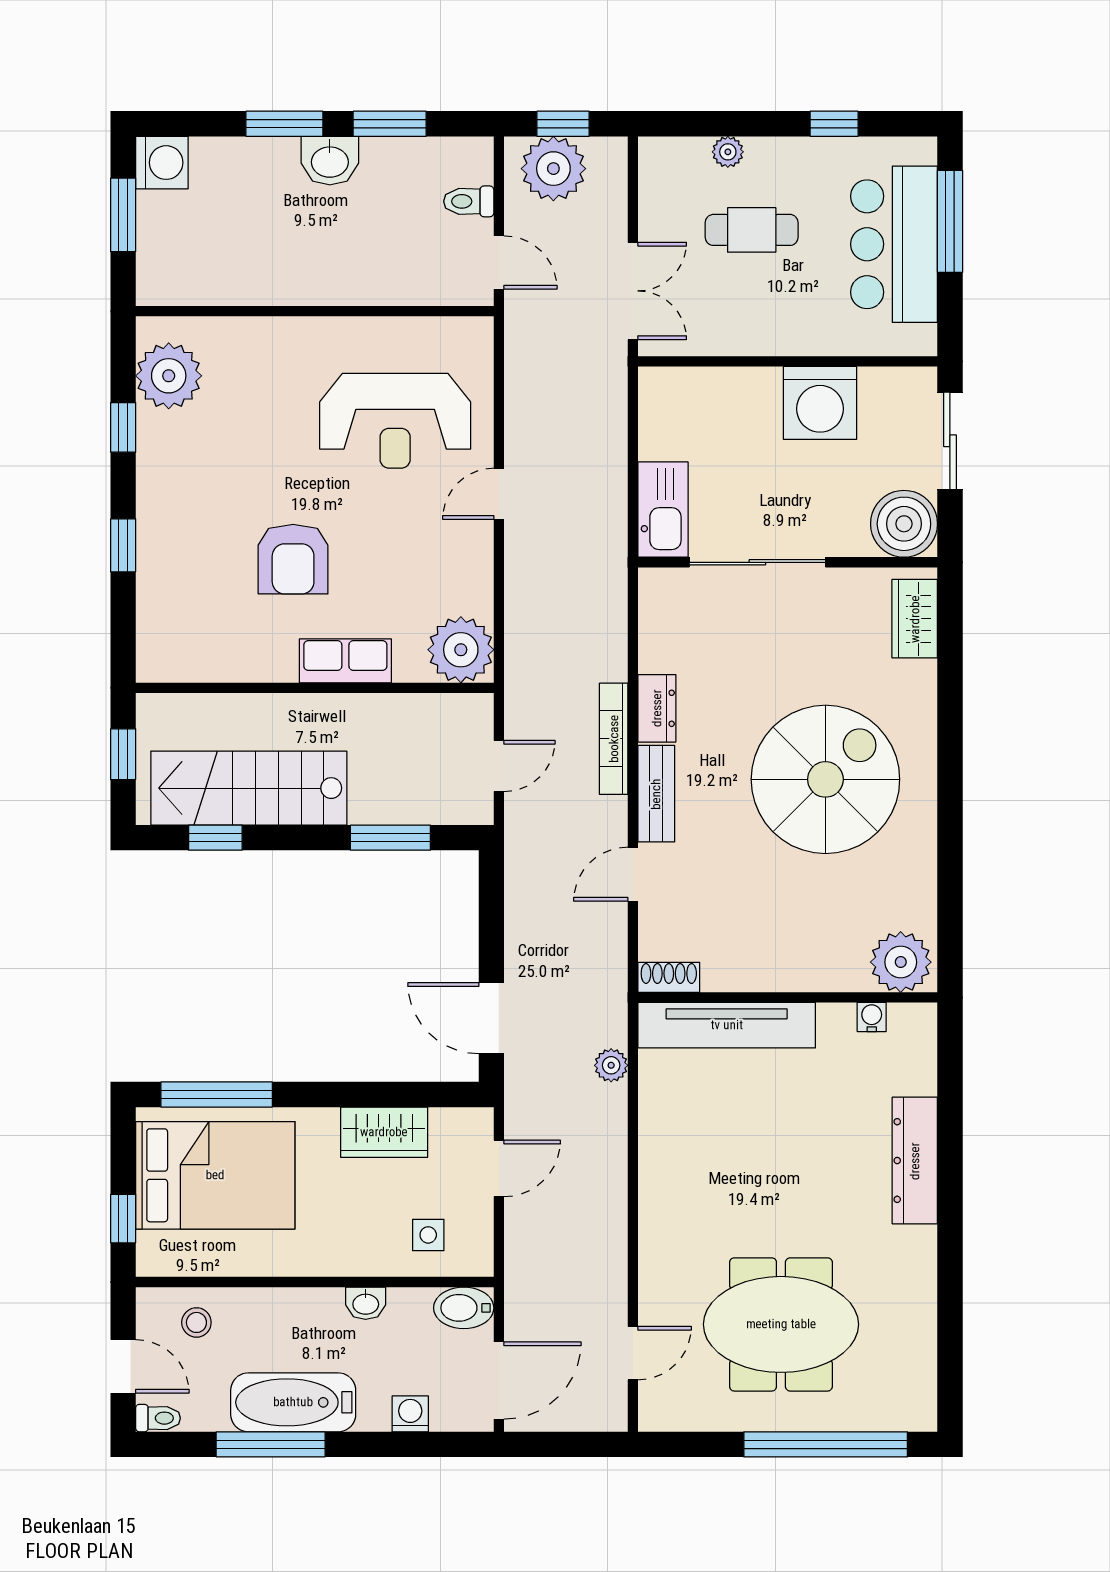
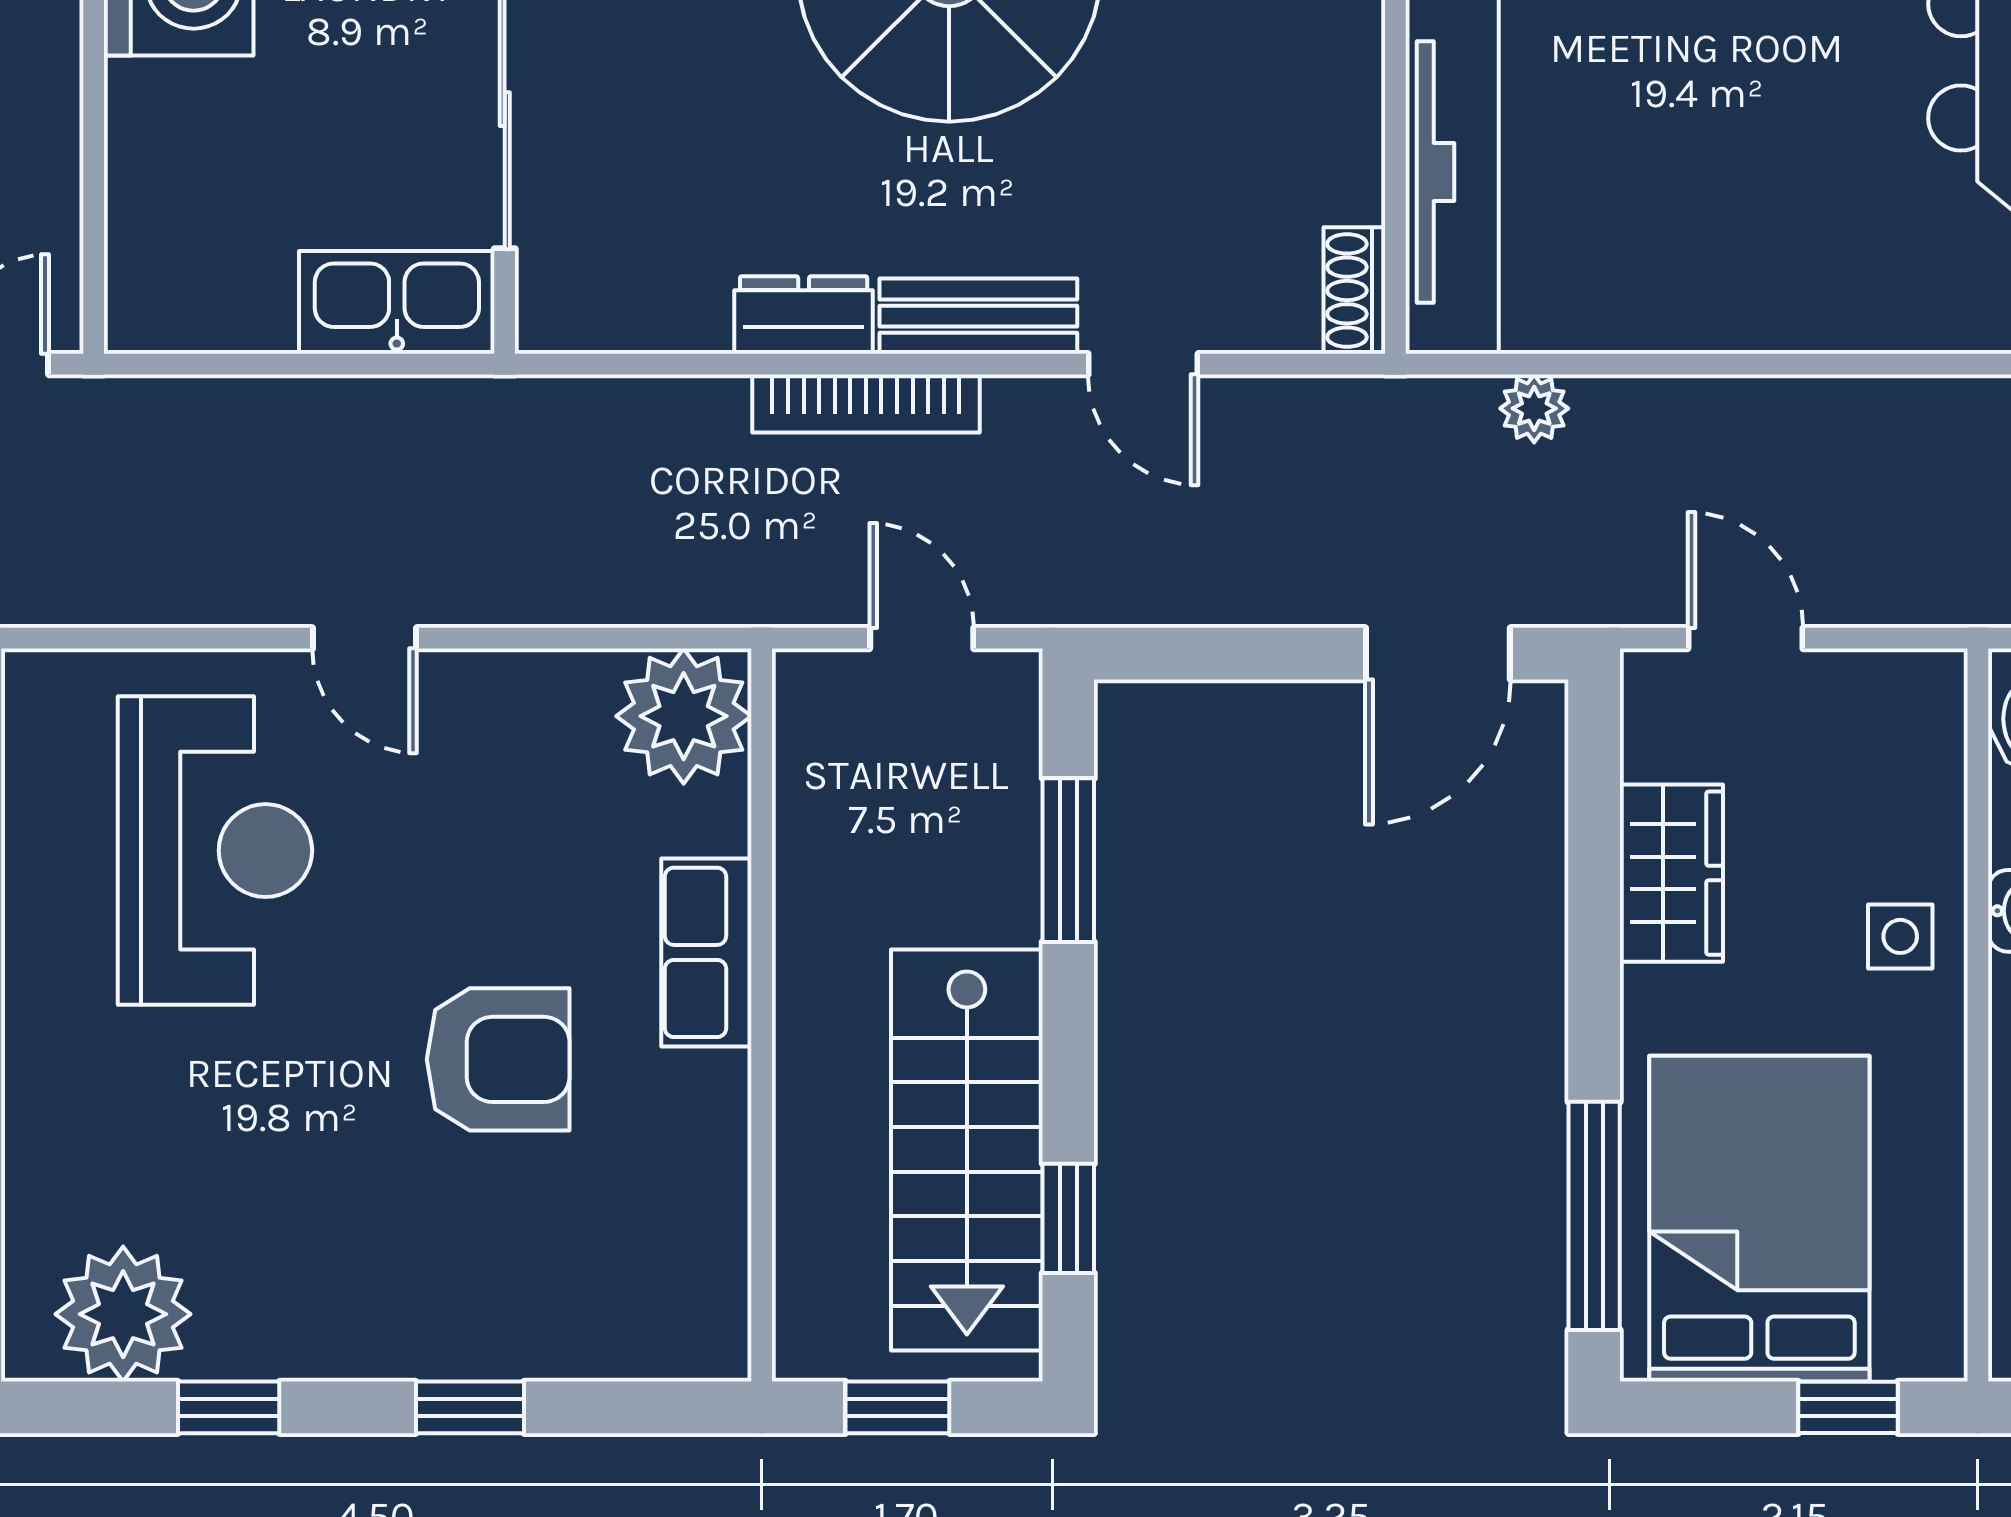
side table: (428, 1235) -> (1900, 936), moved

